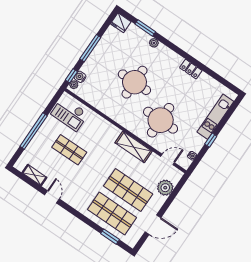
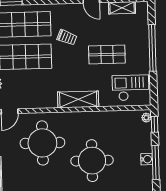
water cooler: (80, 77) -> (147, 159), moved
shelving: (134, 147) -> (78, 99), moved
trolley: (89, 183) -> (67, 37), added

